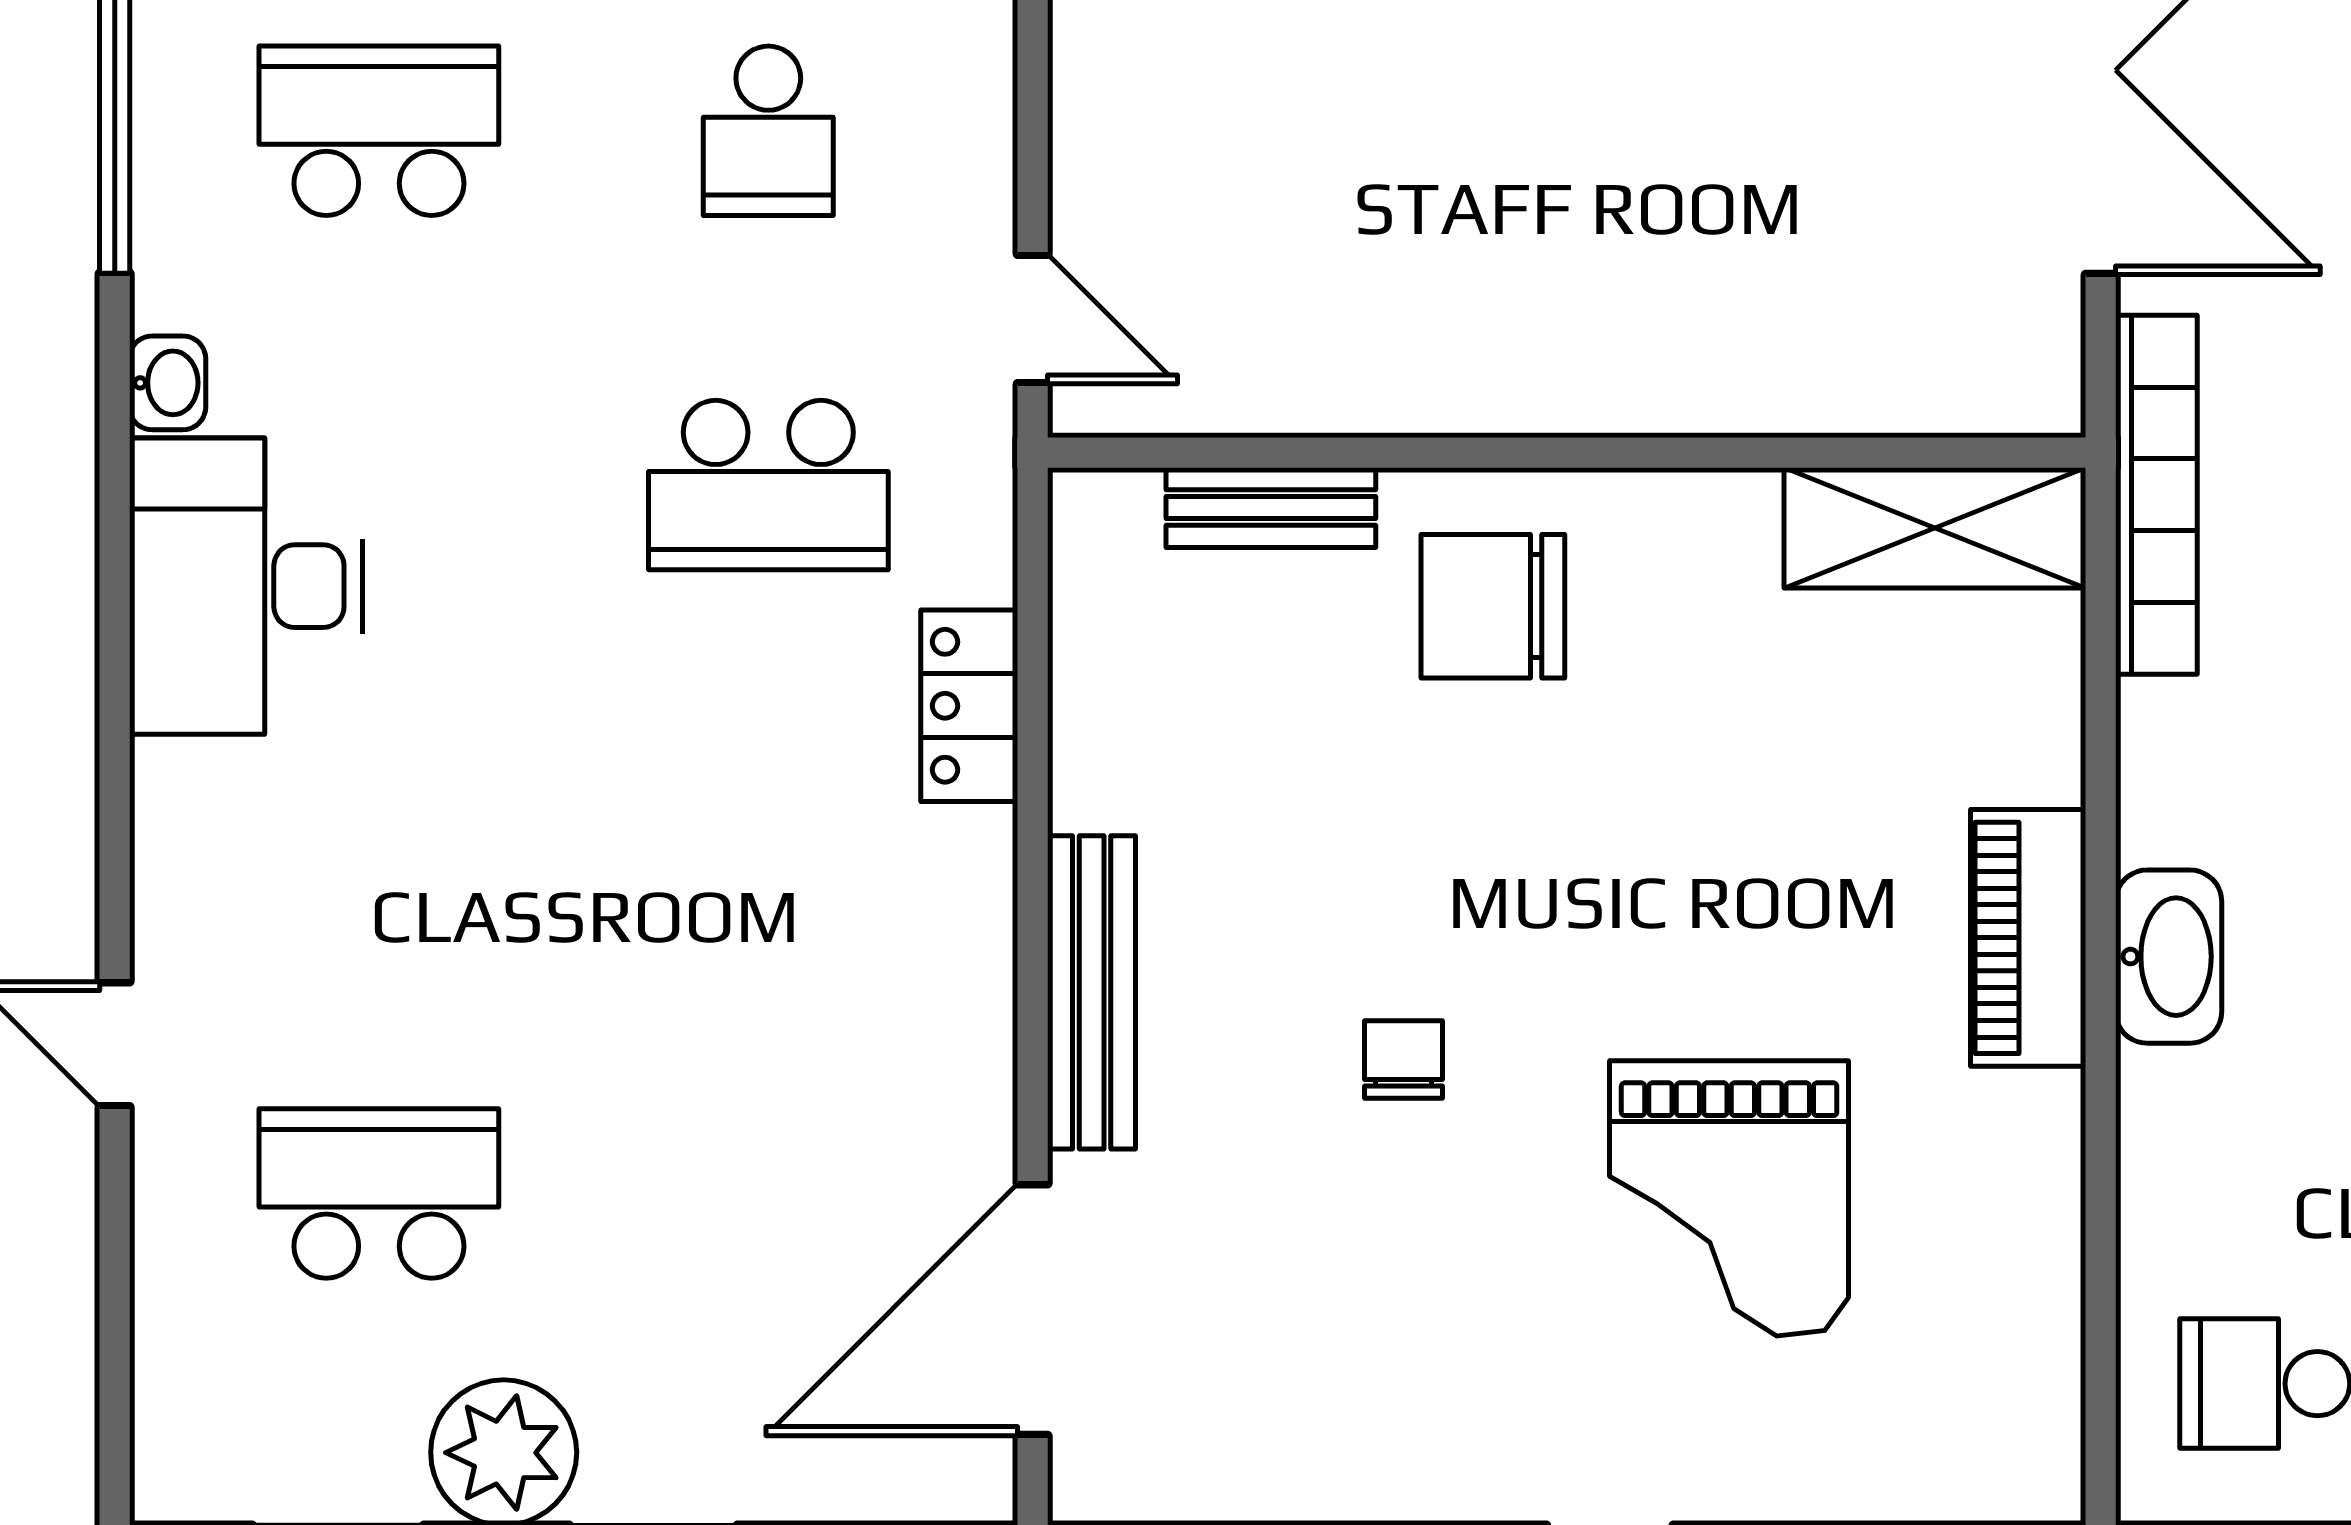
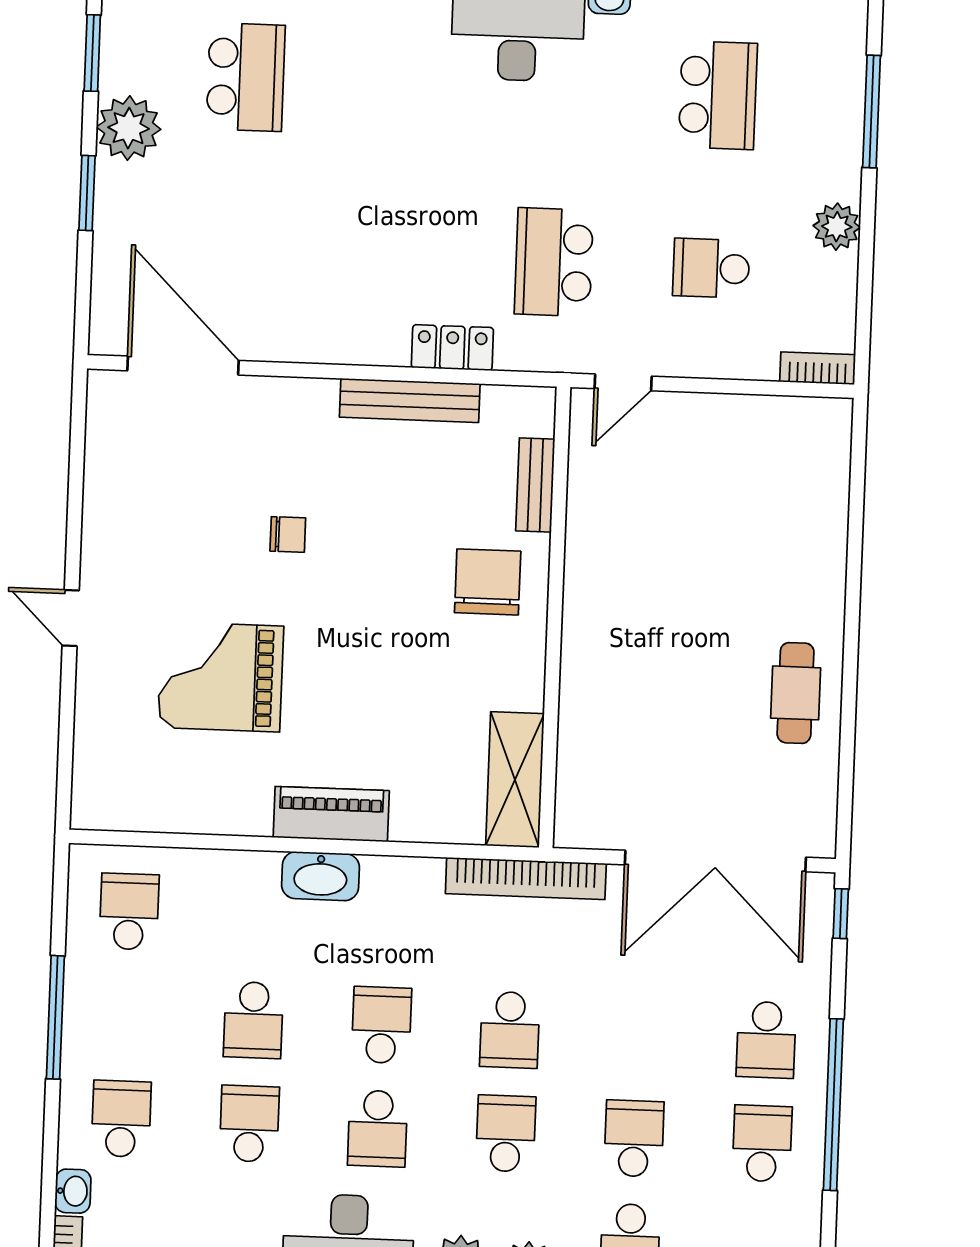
bench: (1092, 992) -> (410, 400), moved

